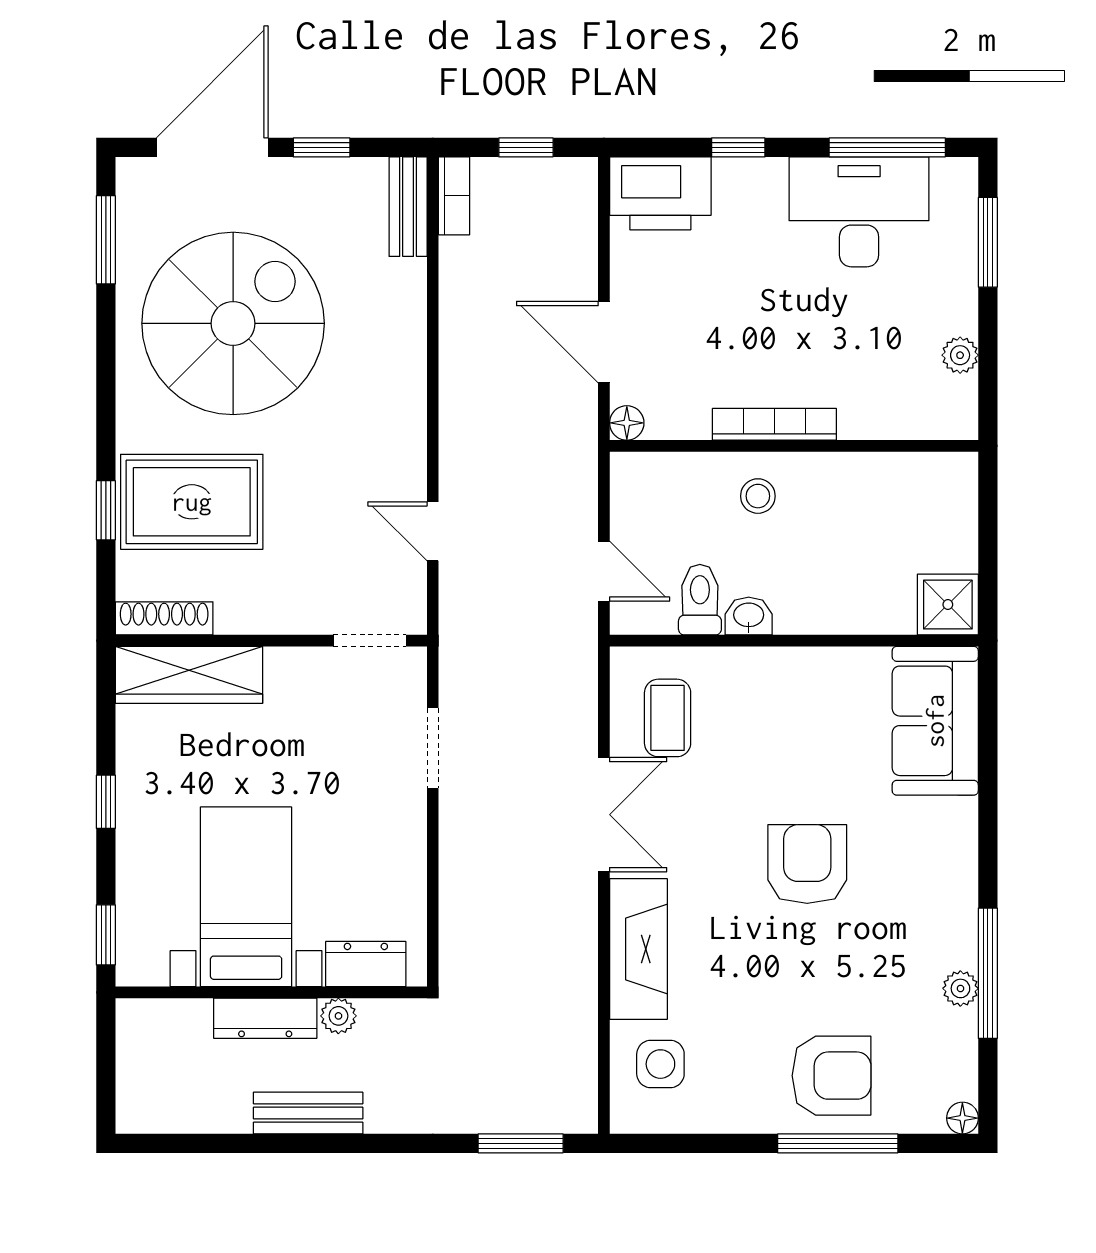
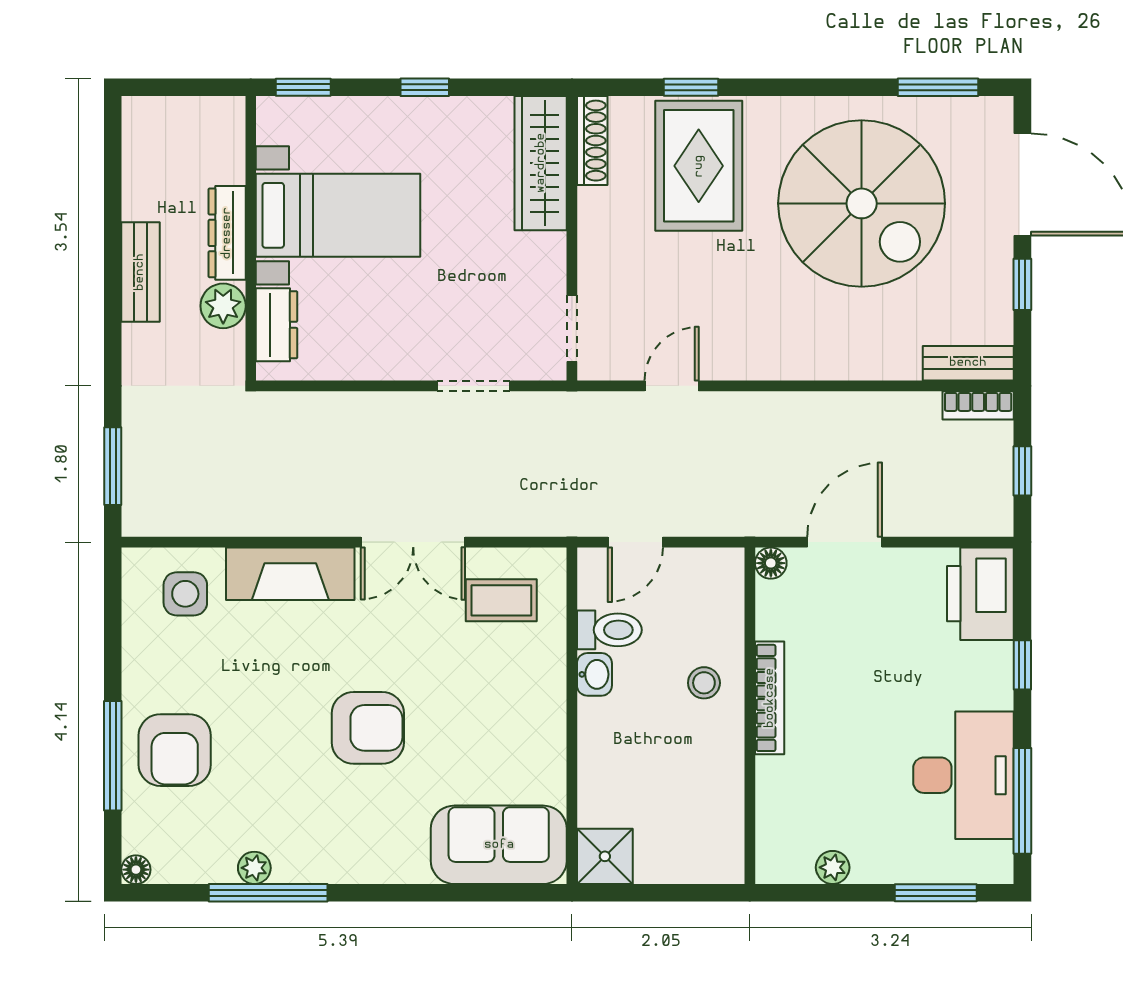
plant: (338, 1016) -> (223, 306), width x1.38, depth x1.38

